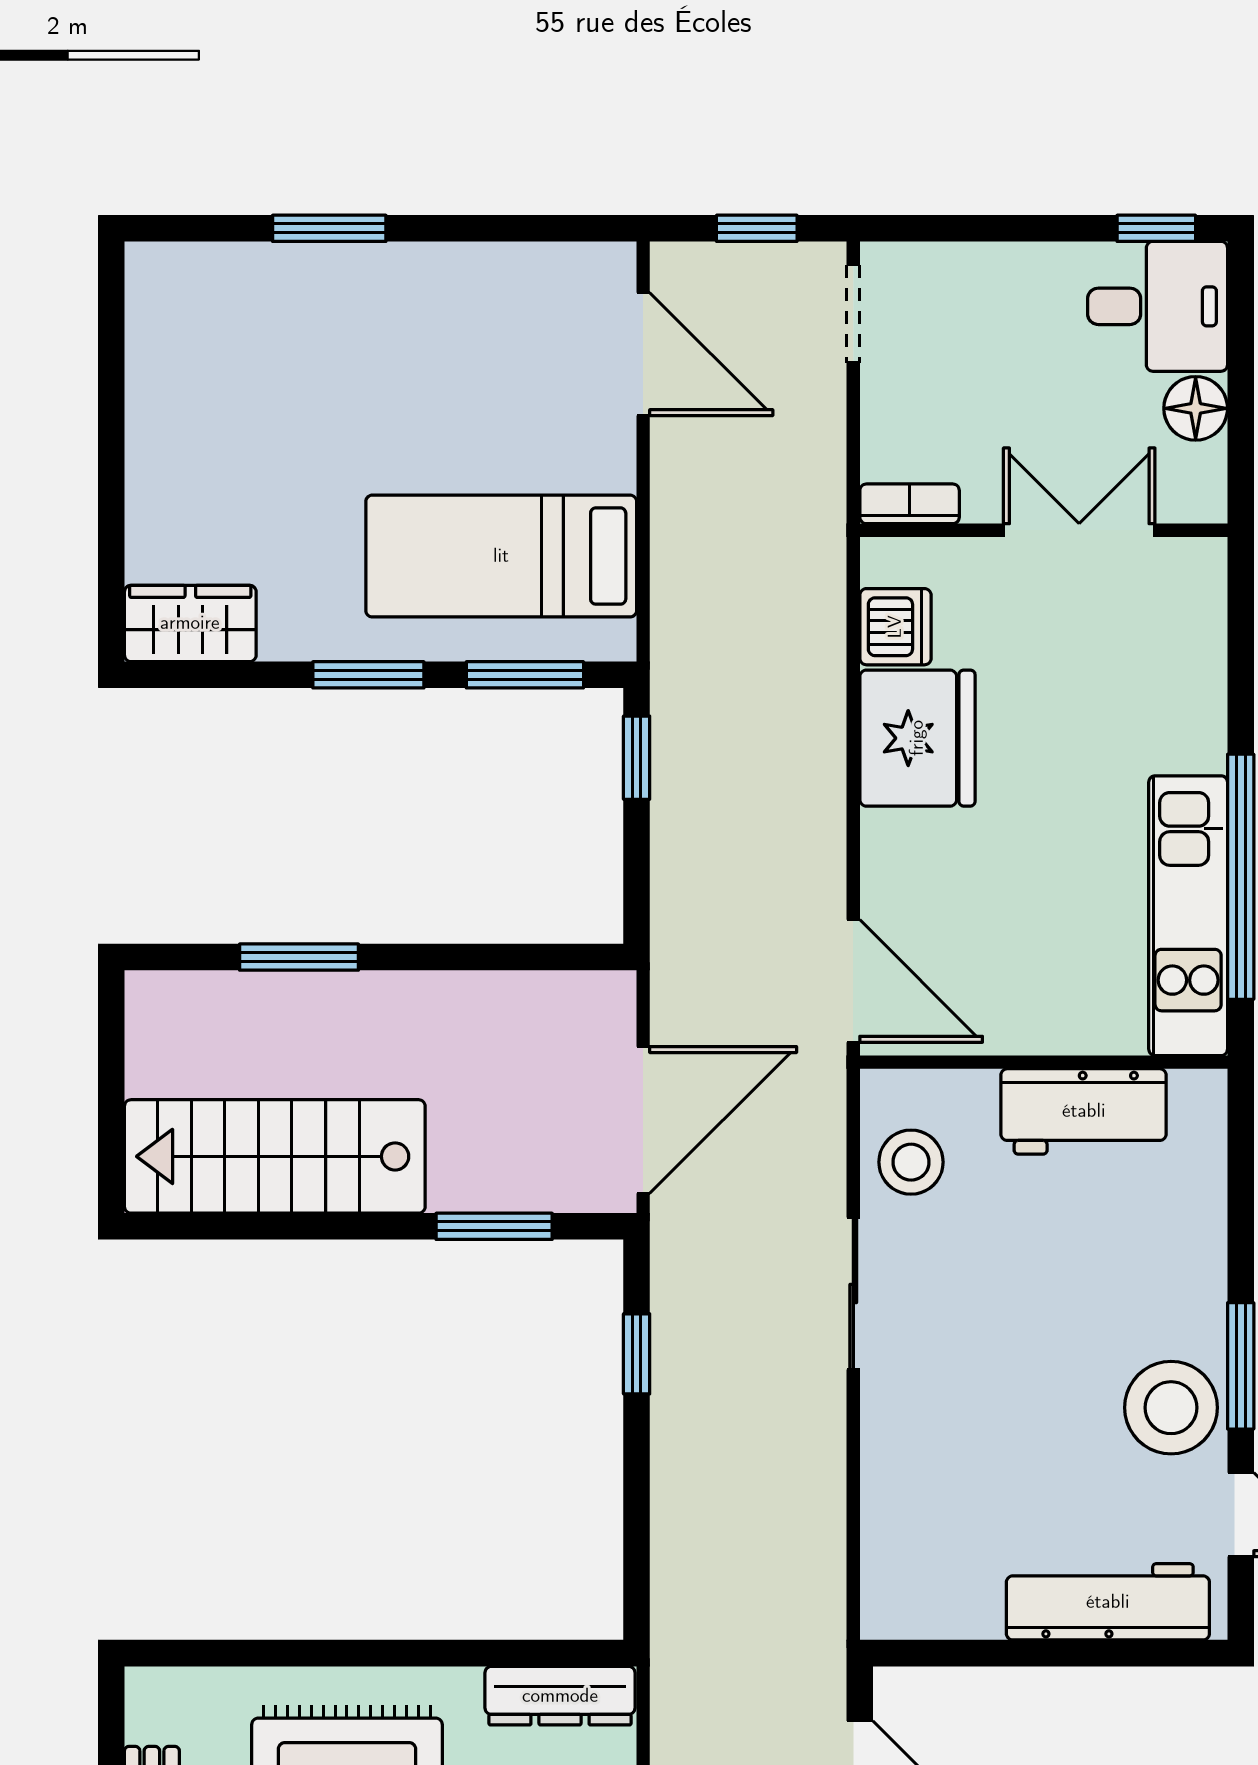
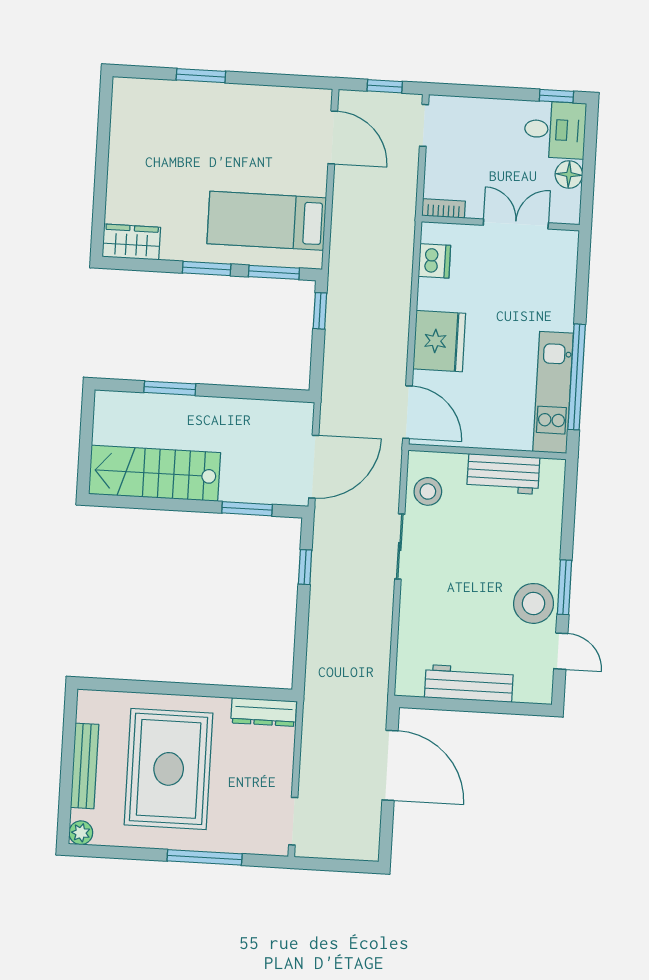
fridge: (917, 738) -> (439, 341), moved
workbench: (1108, 1602) -> (469, 683), moved

